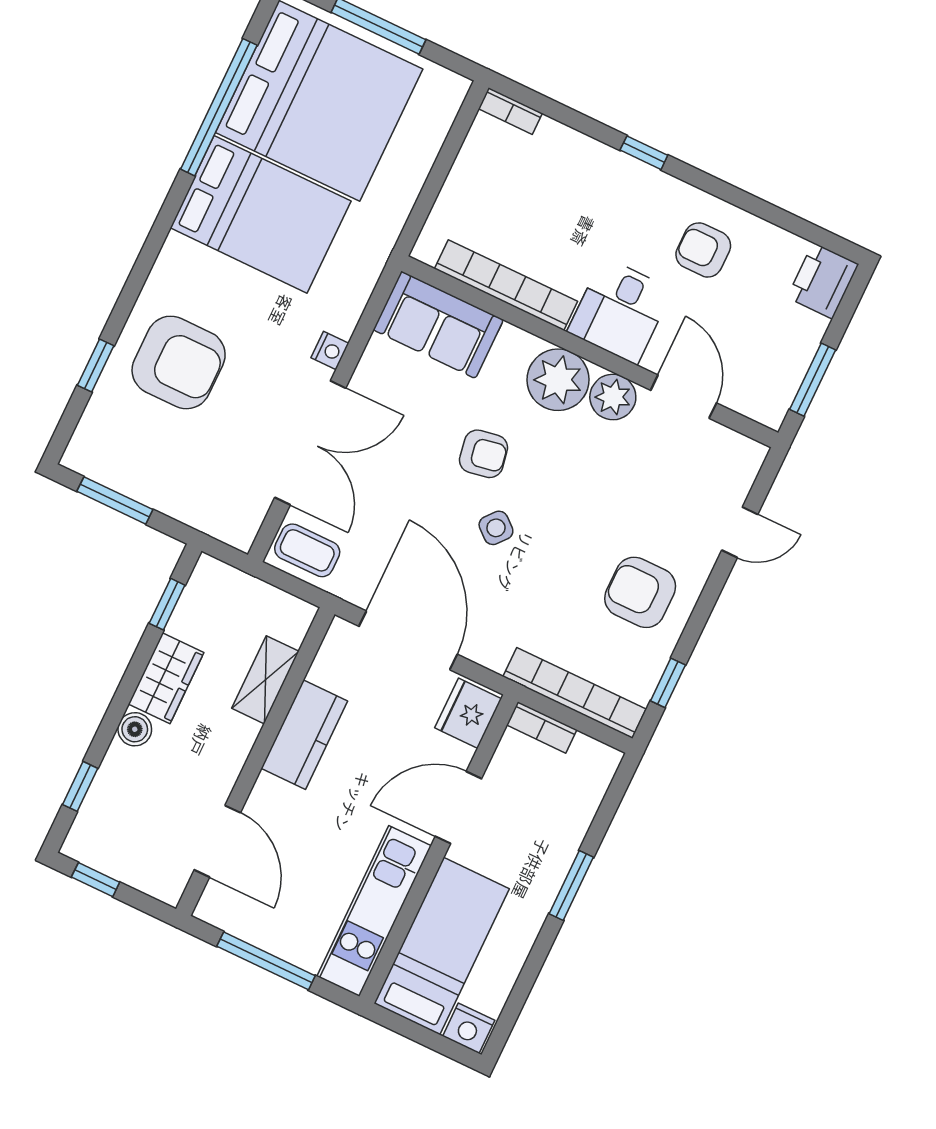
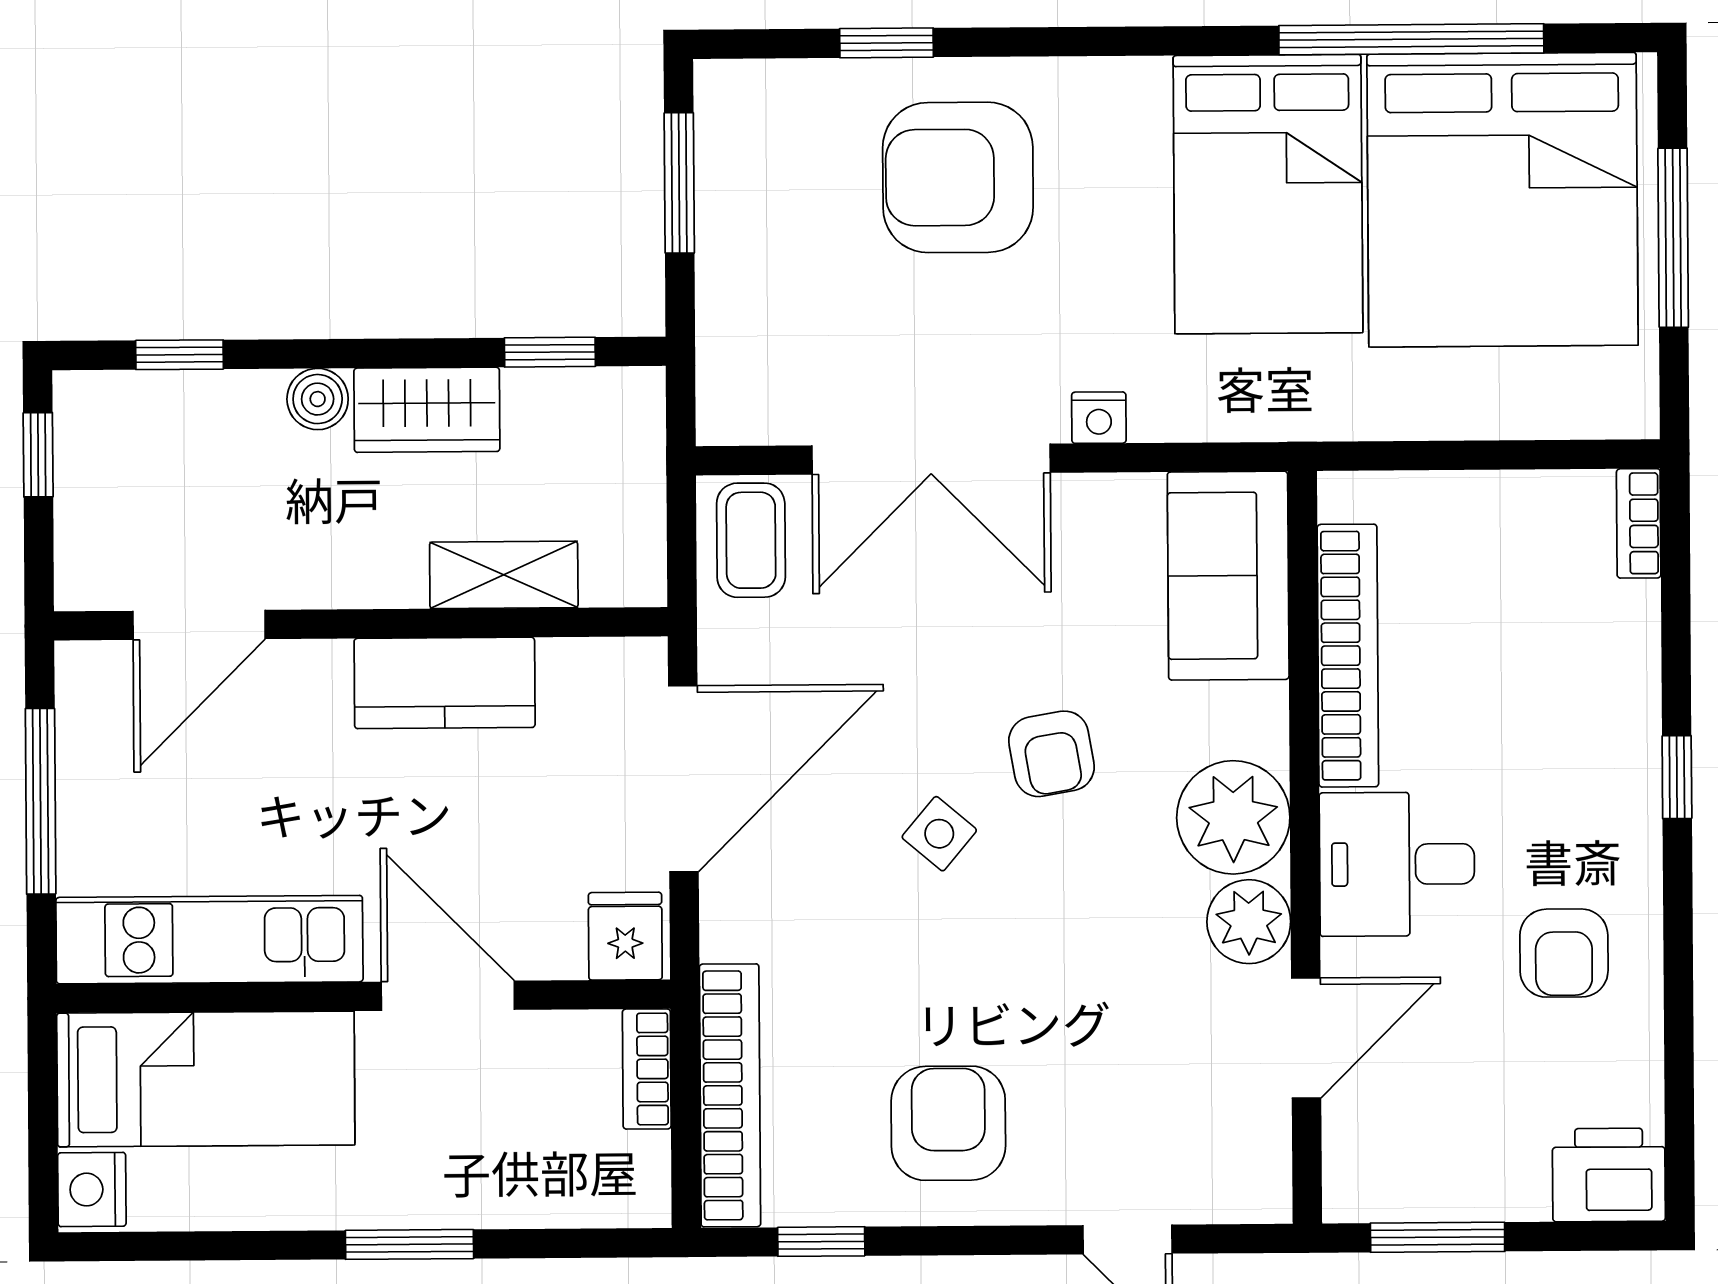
armchair: (703, 250) -> (1564, 953), turned 180
armchair: (179, 362) -> (958, 177), turned 90
fridge: (468, 713) -> (625, 936), width x0.72

